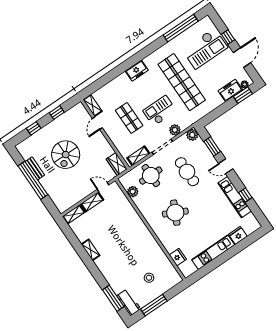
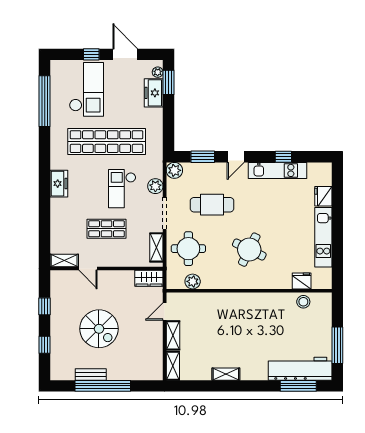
stool: (149, 278) -> (303, 302), moved
workbench: (129, 302) -> (300, 369), width x1.88, depth x1.32

